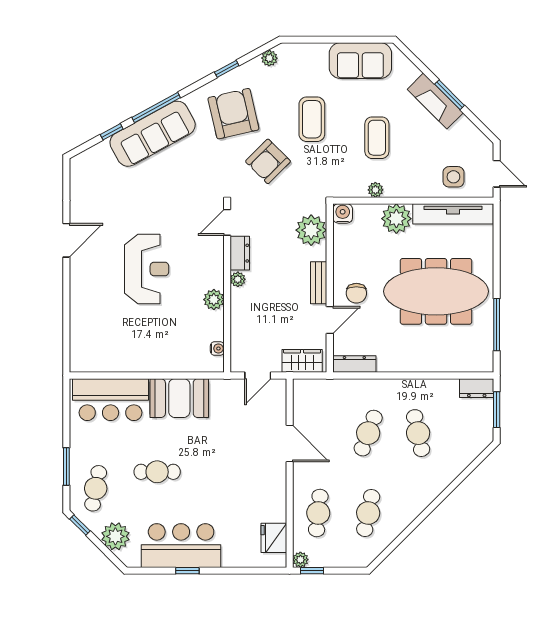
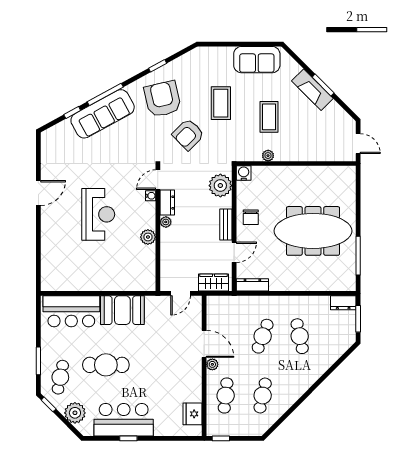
plant: (269, 58) -> (189, 58), removed
side table: (453, 177) -> (326, 146), removed
tv unit: (453, 214) -> (326, 173), removed
plant: (396, 219) -> (284, 177), removed
chair: (356, 293) -> (251, 217), moved
water cooler: (217, 349) -> (151, 196), moved
cafe table: (157, 472) -> (106, 365), width x1.37, depth x1.35
plant: (300, 560) -> (212, 364), moved

